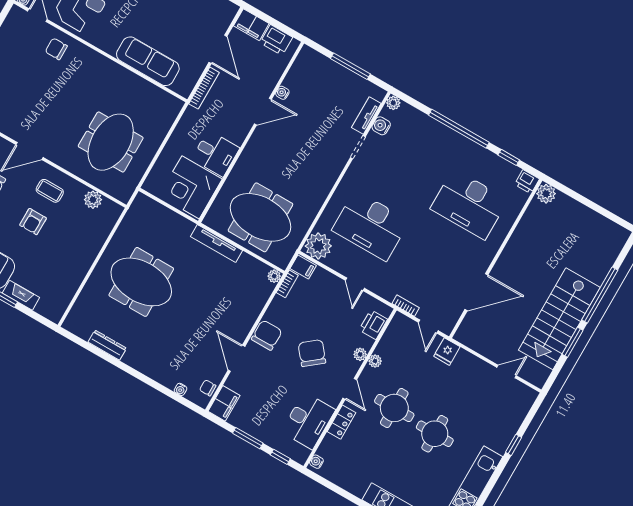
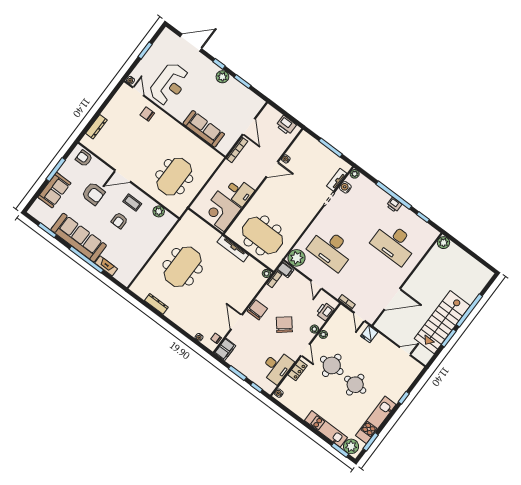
filing cabinet: (251, 25) -> (272, 114), removed
printer: (527, 182) -> (394, 205), moved
meeting table: (141, 282) -> (183, 267), turned 90

